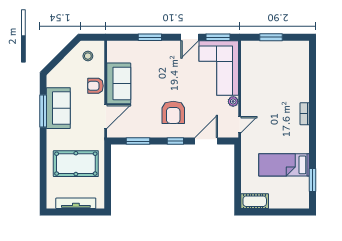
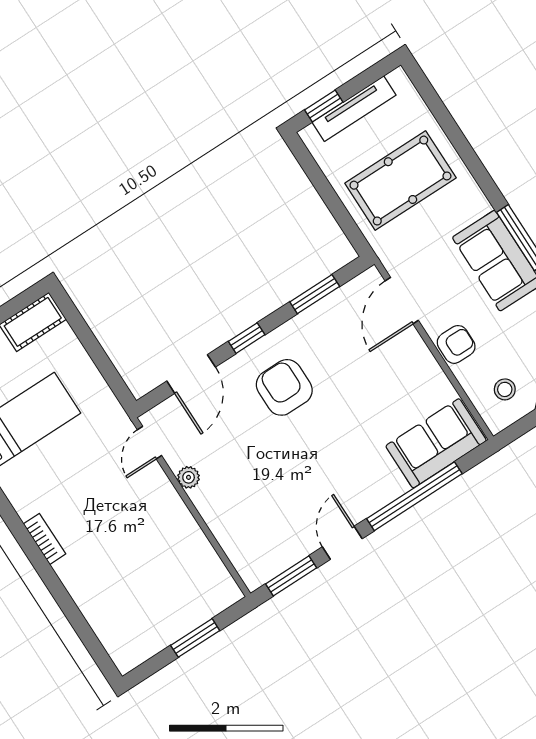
window: (150, 37) -> (414, 496), width x2.11
corner sofa: (219, 68) -> (254, 521), removed
sofa: (119, 83) -> (436, 443), moved, turned 90
window: (87, 212) -> (324, 106), added

